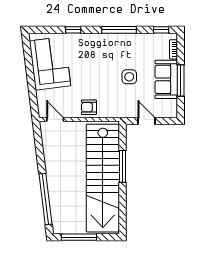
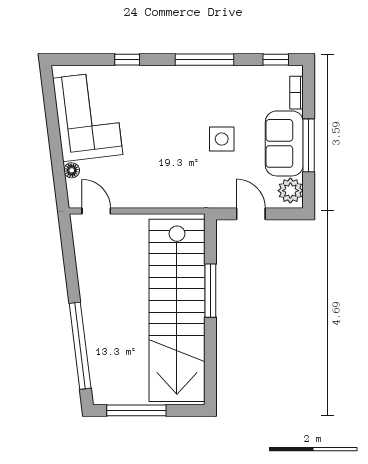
floor lamp: (41, 95) -> (72, 170), added
armchair: (89, 107) -> (154, 190), removed
plant: (170, 107) -> (290, 191), added

